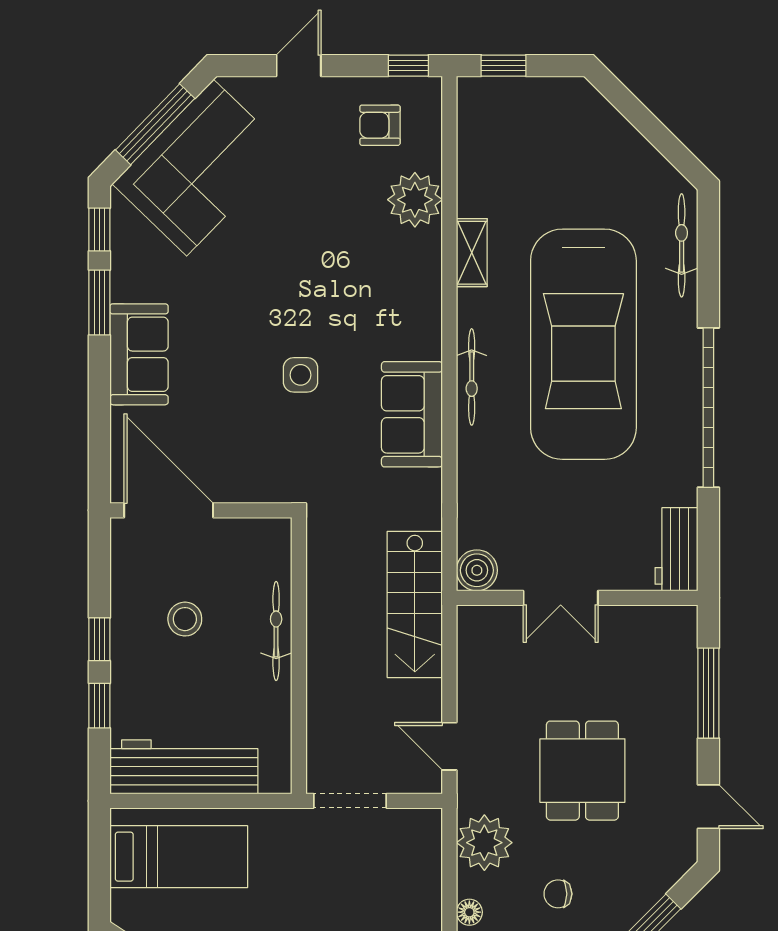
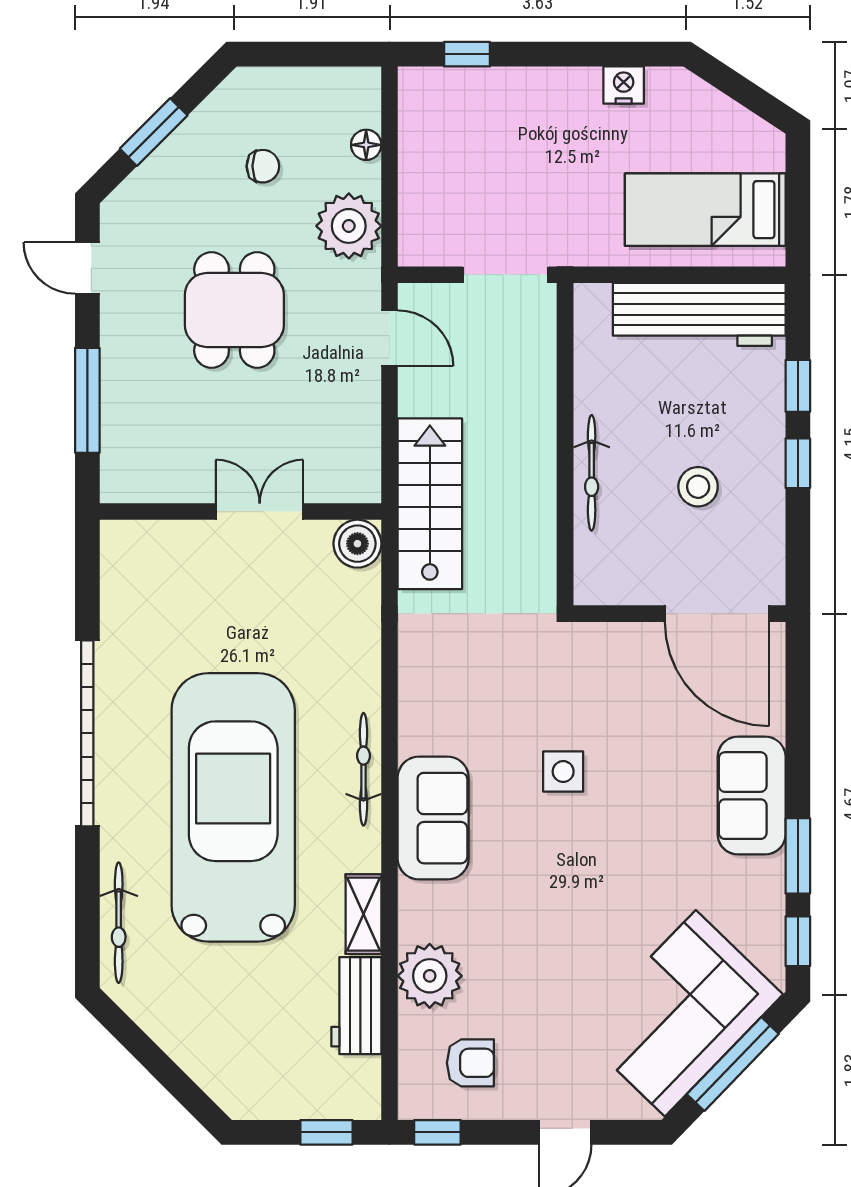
sofa: (412, 414) -> (433, 818), moved
workbench: (676, 549) -> (356, 1006), moved, turned 180

